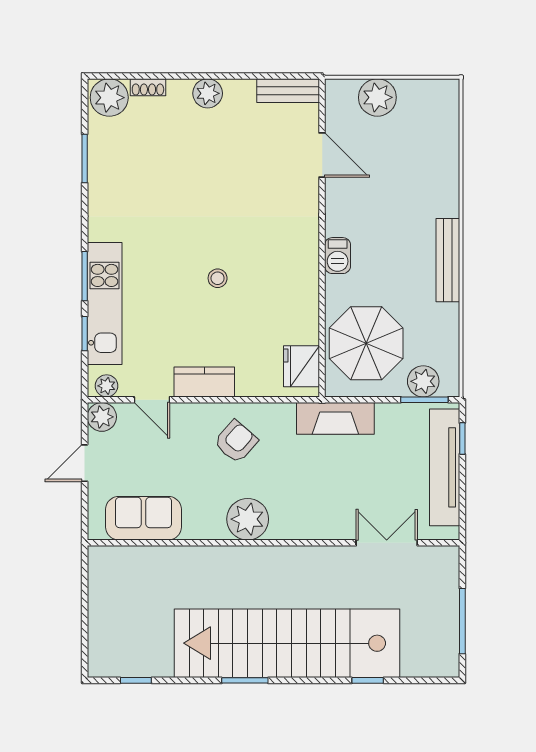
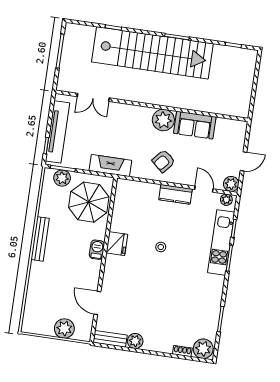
plant: (208, 93) -> (135, 341), moved
fridge: (301, 366) -> (117, 244), moved
sofa: (144, 518) -> (195, 125), moved

